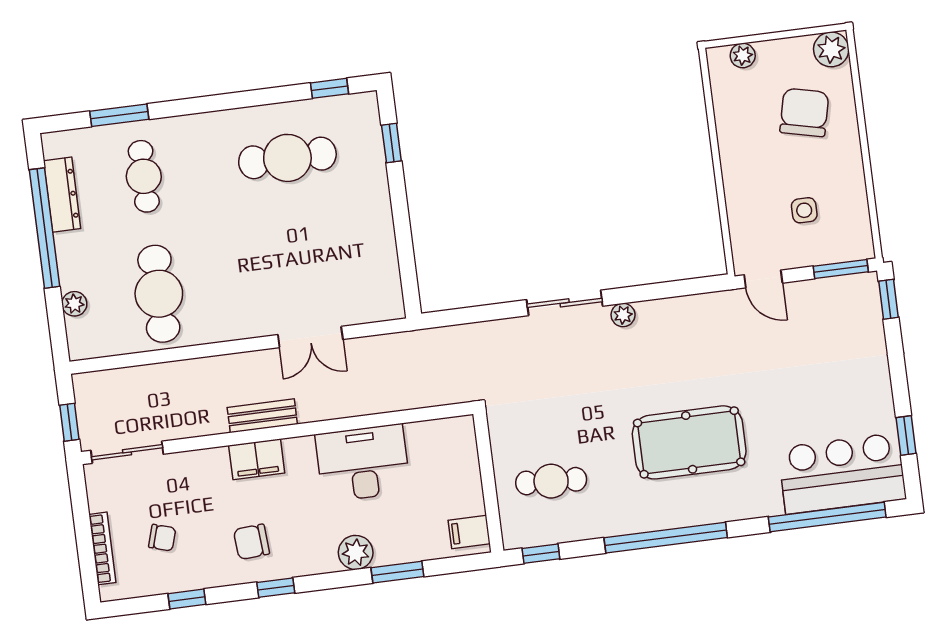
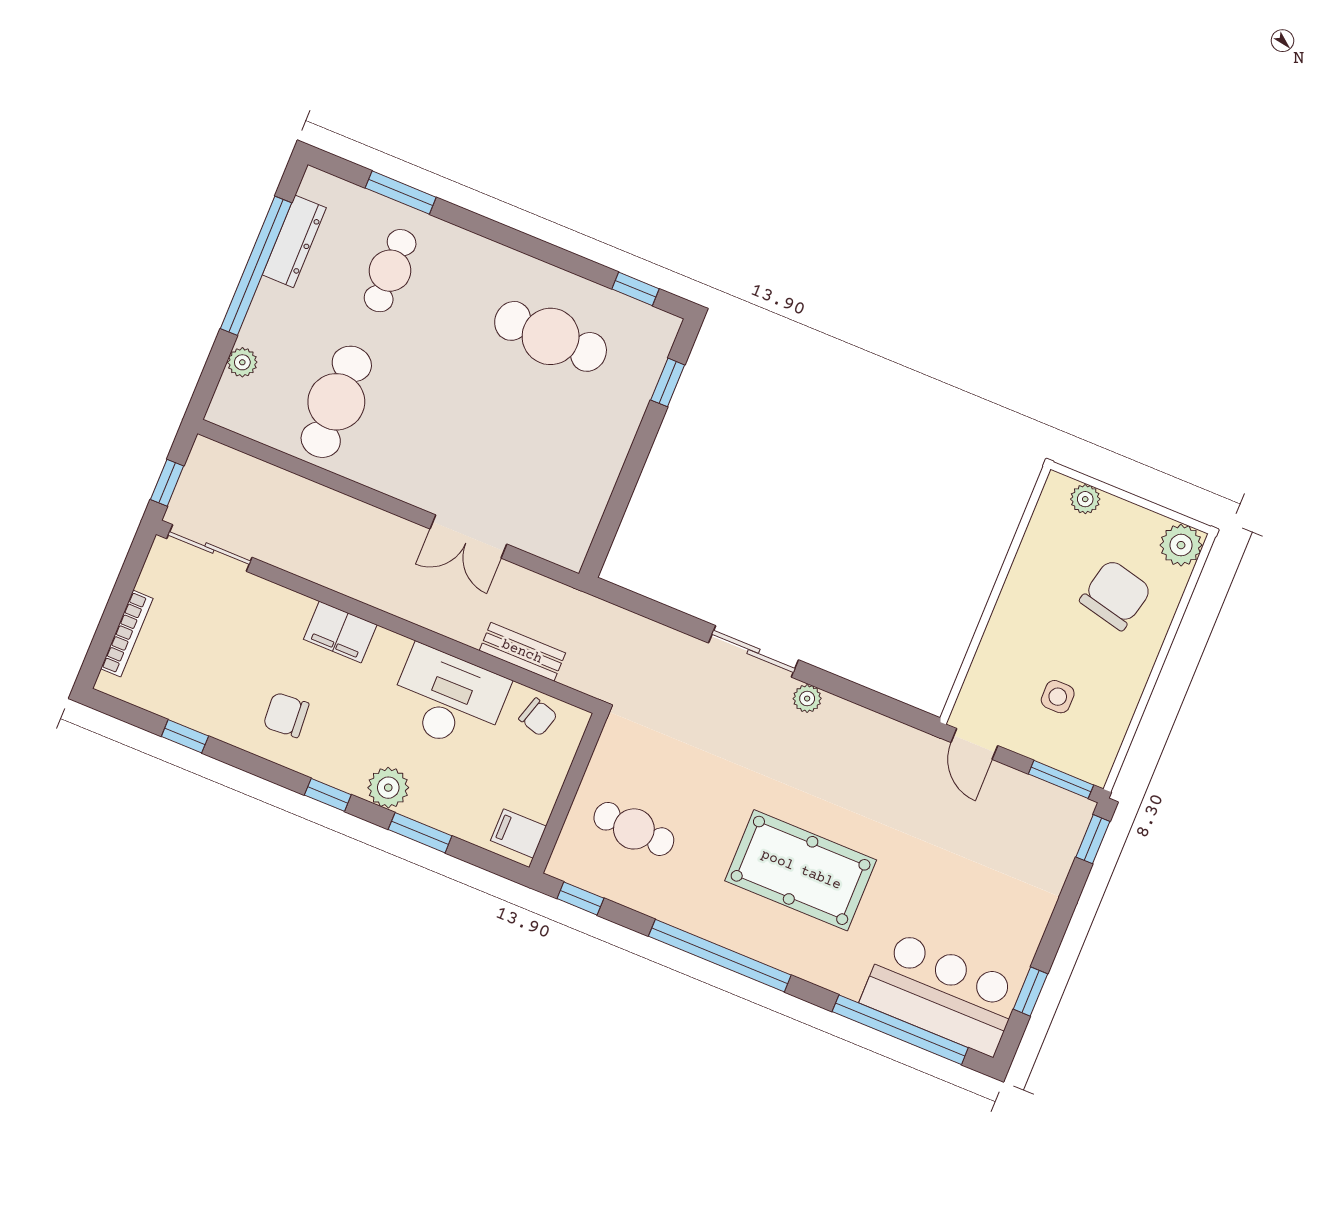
bench: (262, 416) -> (522, 652), moved
chair: (162, 538) -> (538, 717), moved
window: (276, 588) -> (328, 795), moved

